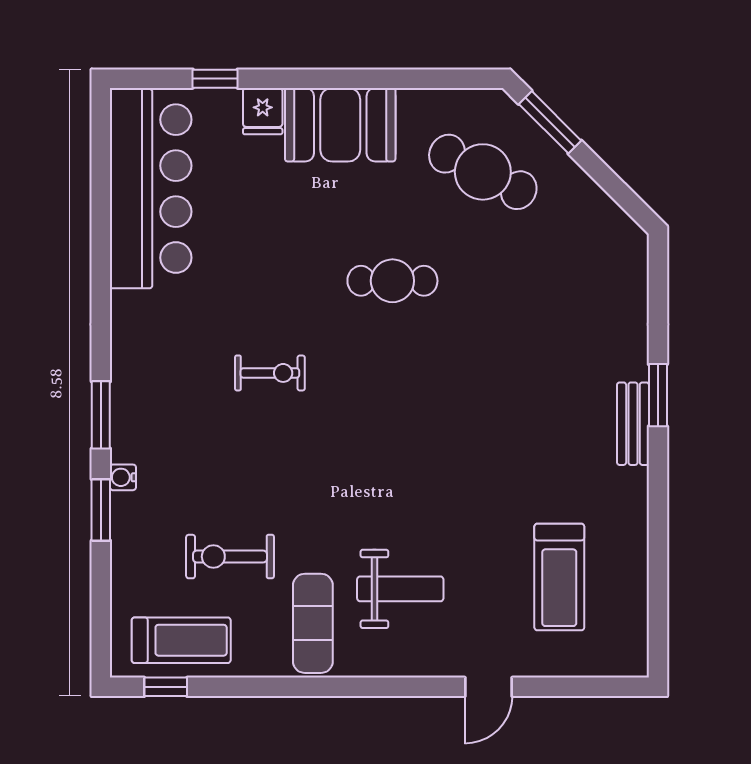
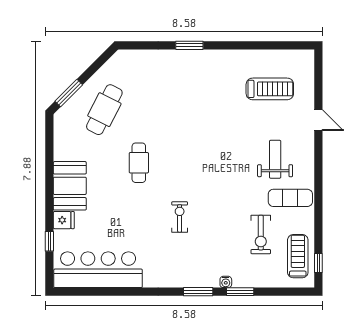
cafe table: (483, 172) -> (104, 110), moved
bench: (633, 424) -> (202, 56), removed

